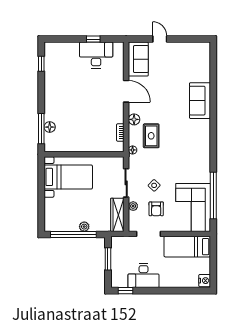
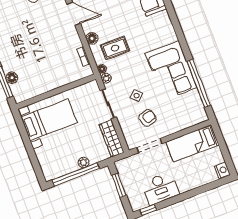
rug: (151, 136) -> (115, 48), turned 90
plant: (133, 206) -> (106, 78), moved
corner sofa: (193, 207) -> (171, 71), moved
armchair: (156, 209) -> (148, 118), turned -106

